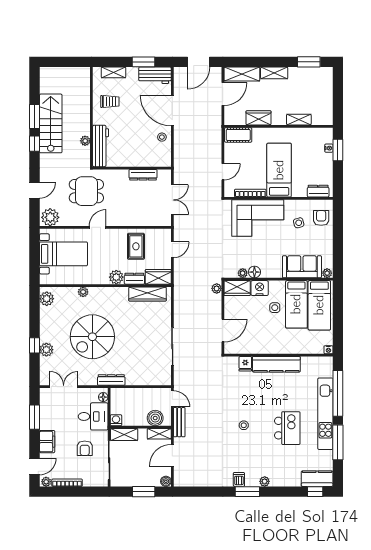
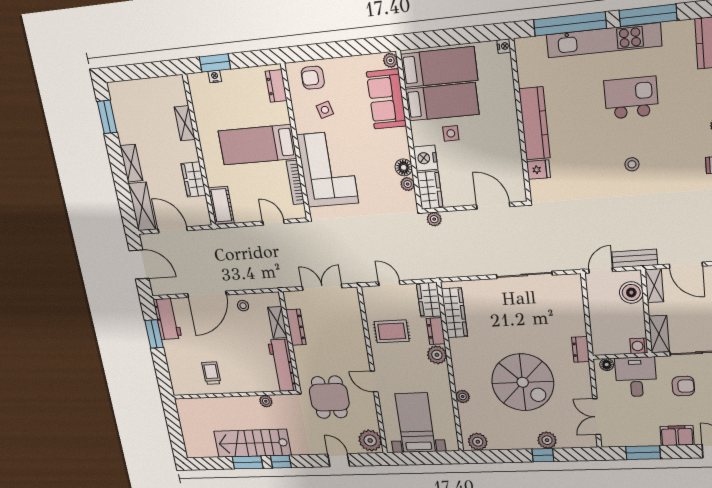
shelving: (113, 72) -> (277, 322), moved
workbench: (100, 146) -> (282, 365), moved, turned -90
dresser: (111, 380) -> (581, 349), width x0.70

